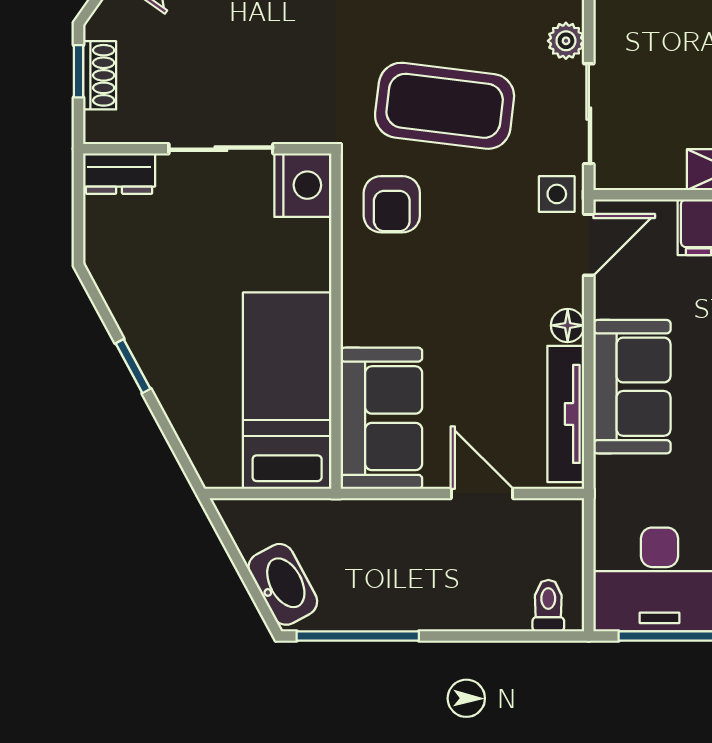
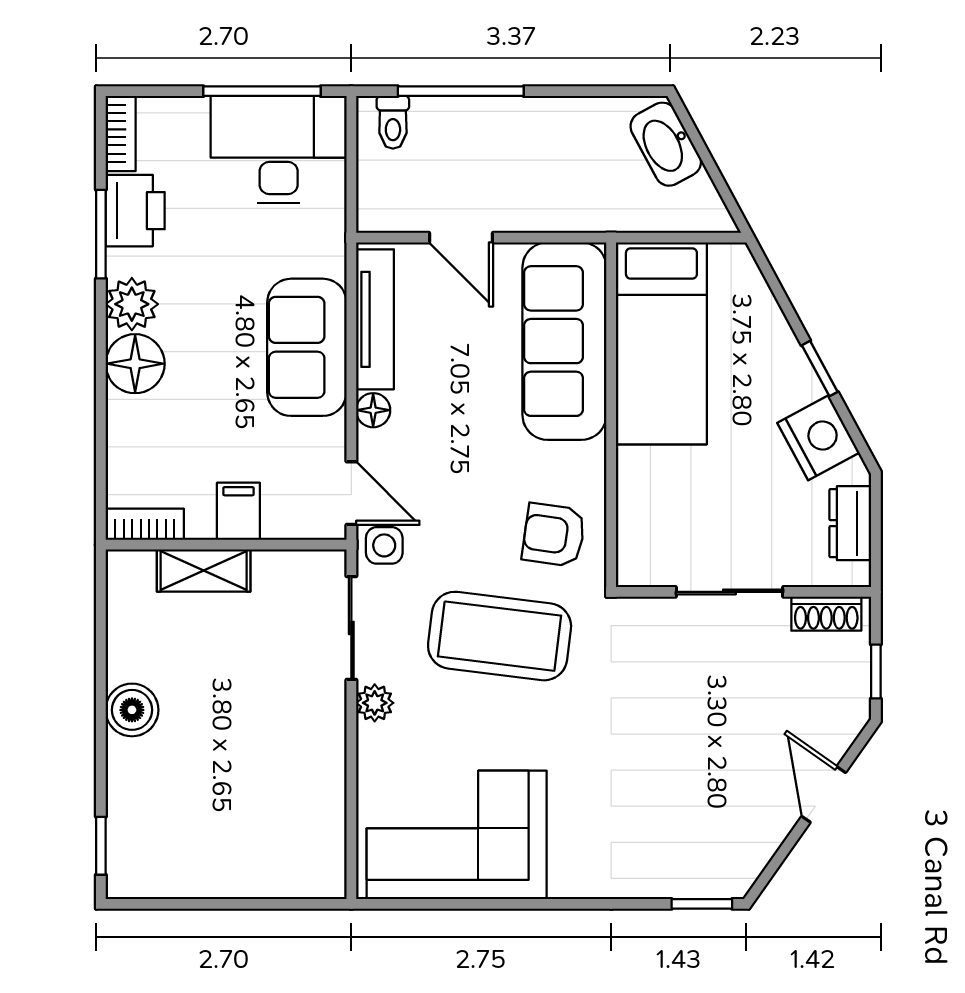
shoe rack: (100, 75) -> (826, 614), moved, turned -90
dresser: (119, 174) -> (850, 523), moved, turned -90
nightstand: (303, 185) -> (818, 438), moved, turned 152
armchair: (392, 204) -> (554, 535), turned -82
door: (589, 245) -> (351, 493), swing flipped
sofa: (381, 418) -> (564, 341), width x1.36
window: (358, 636) -> (461, 91), moved

